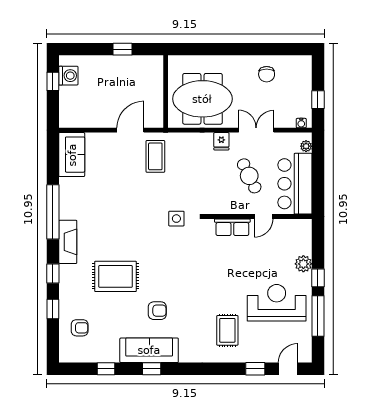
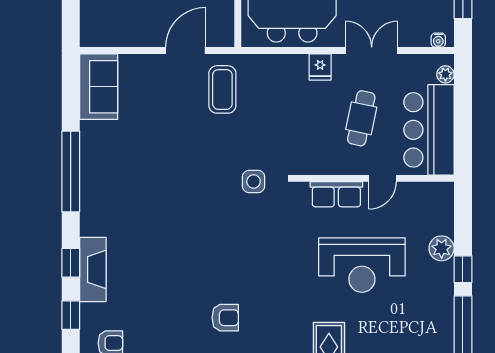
cafe table: (249, 176) -> (361, 118), turned 38
fireplace: (68, 242) -> (93, 269), moved
rug: (115, 276) -> (163, 267), removed
reception desk: (277, 303) -> (362, 265), moved, turned 180

